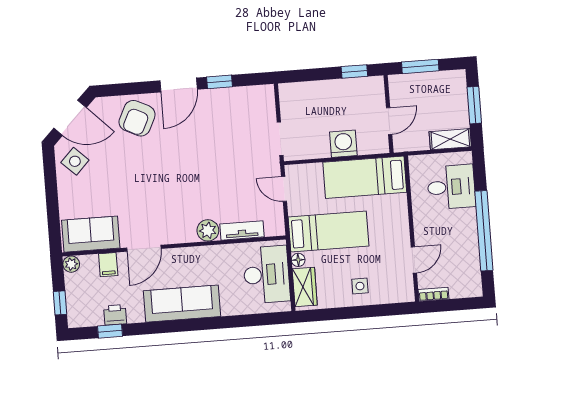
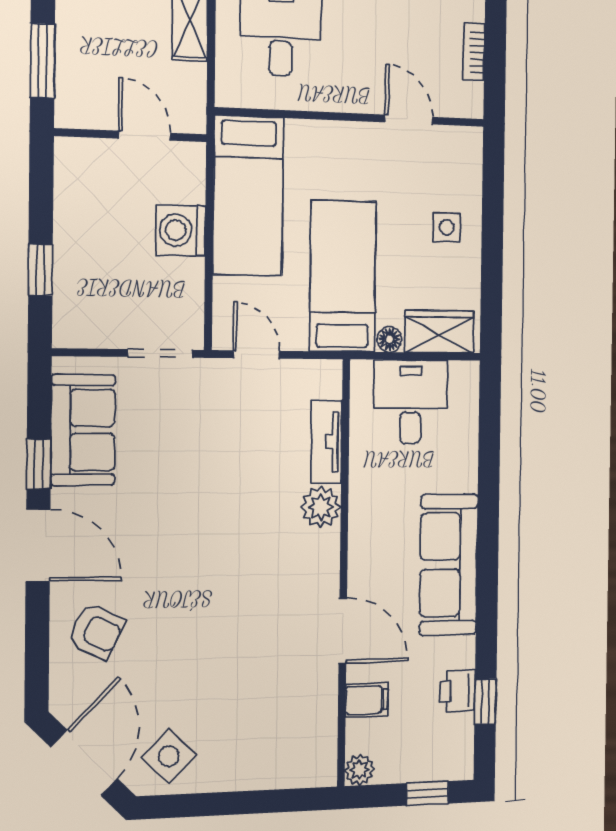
window: (354, 71) -> (41, 270), moved
armchair: (137, 118) -> (96, 631), width x0.72, depth x0.72
door: (284, 189) -> (256, 354), swing flipped
sofa: (91, 234) -> (83, 430), moved, turned 180
desk: (266, 275) -> (411, 402), width x0.73
bookcase: (434, 294) -> (474, 52), moved

